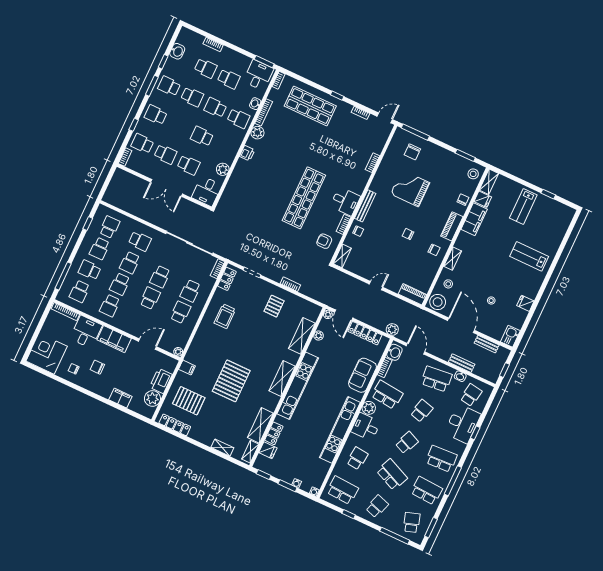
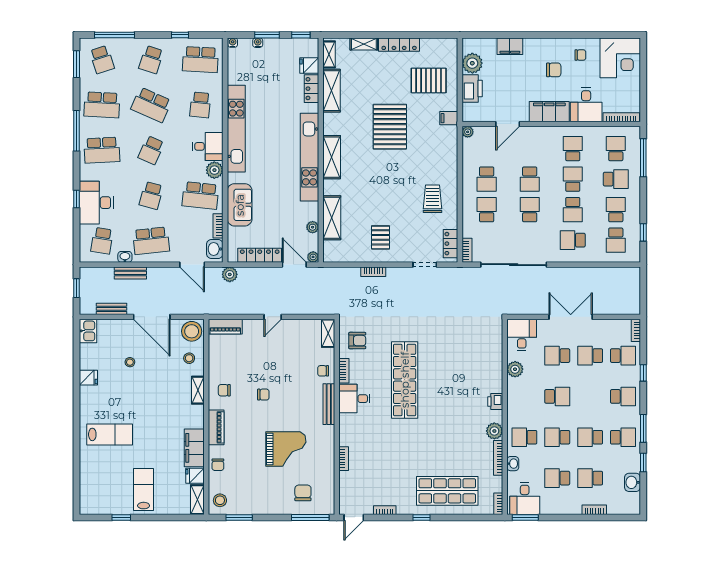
school desk: (215, 108) -> (557, 437), turned 180
school desk: (130, 263) -> (573, 210), turned 180
locker: (175, 425) -> (399, 45), moved

